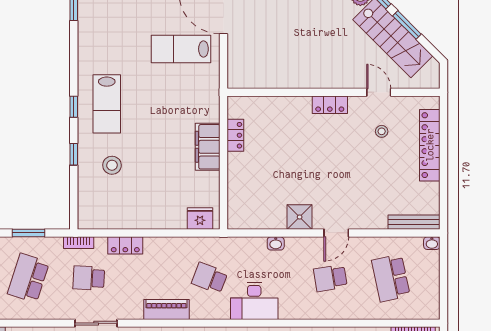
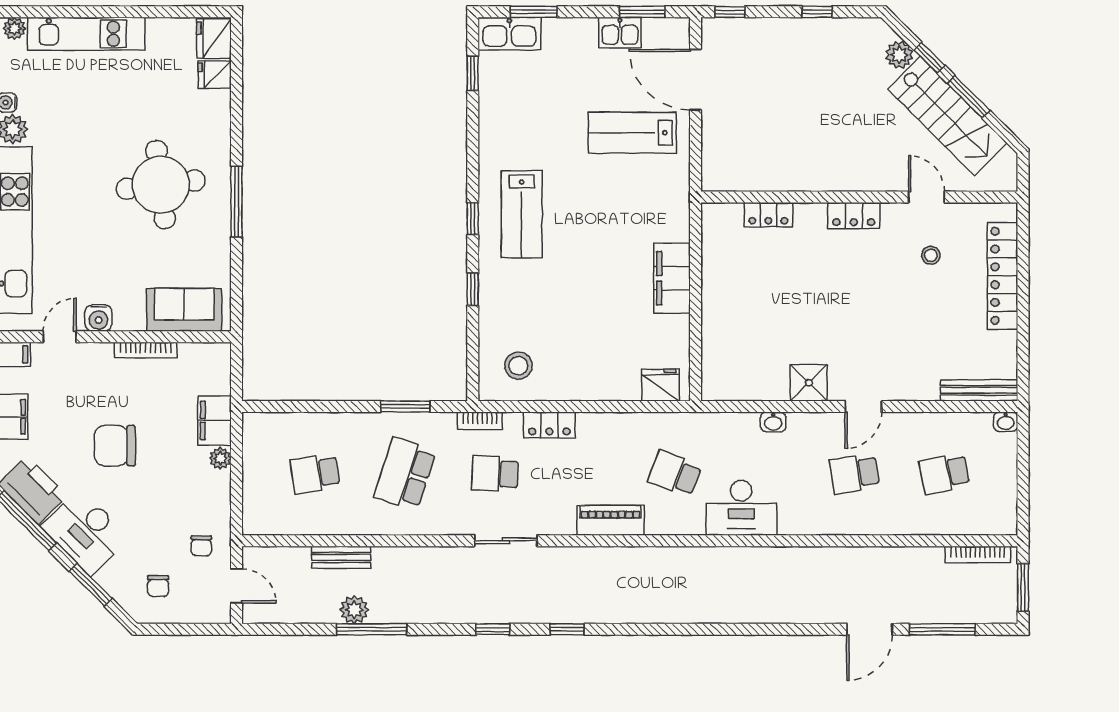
locker: (235, 135) -> (768, 215), moved, turned 90
stool: (112, 165) -> (518, 366), moved
school desk: (391, 278) -> (944, 474), width x0.54

